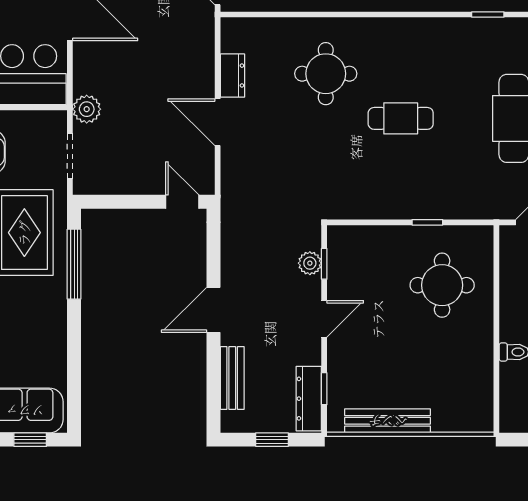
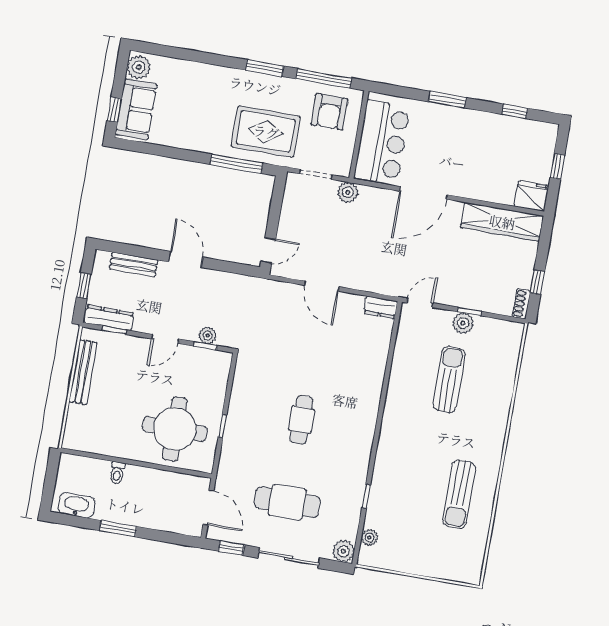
round table: (326, 74) -> (343, 371), removed
dresser: (232, 76) -> (381, 307), moved
door: (218, 122) -> (322, 286), swing flipped
round table: (442, 285) -> (175, 429), width x1.36, depth x1.36
door: (324, 319) -> (165, 339), hinge flipped

